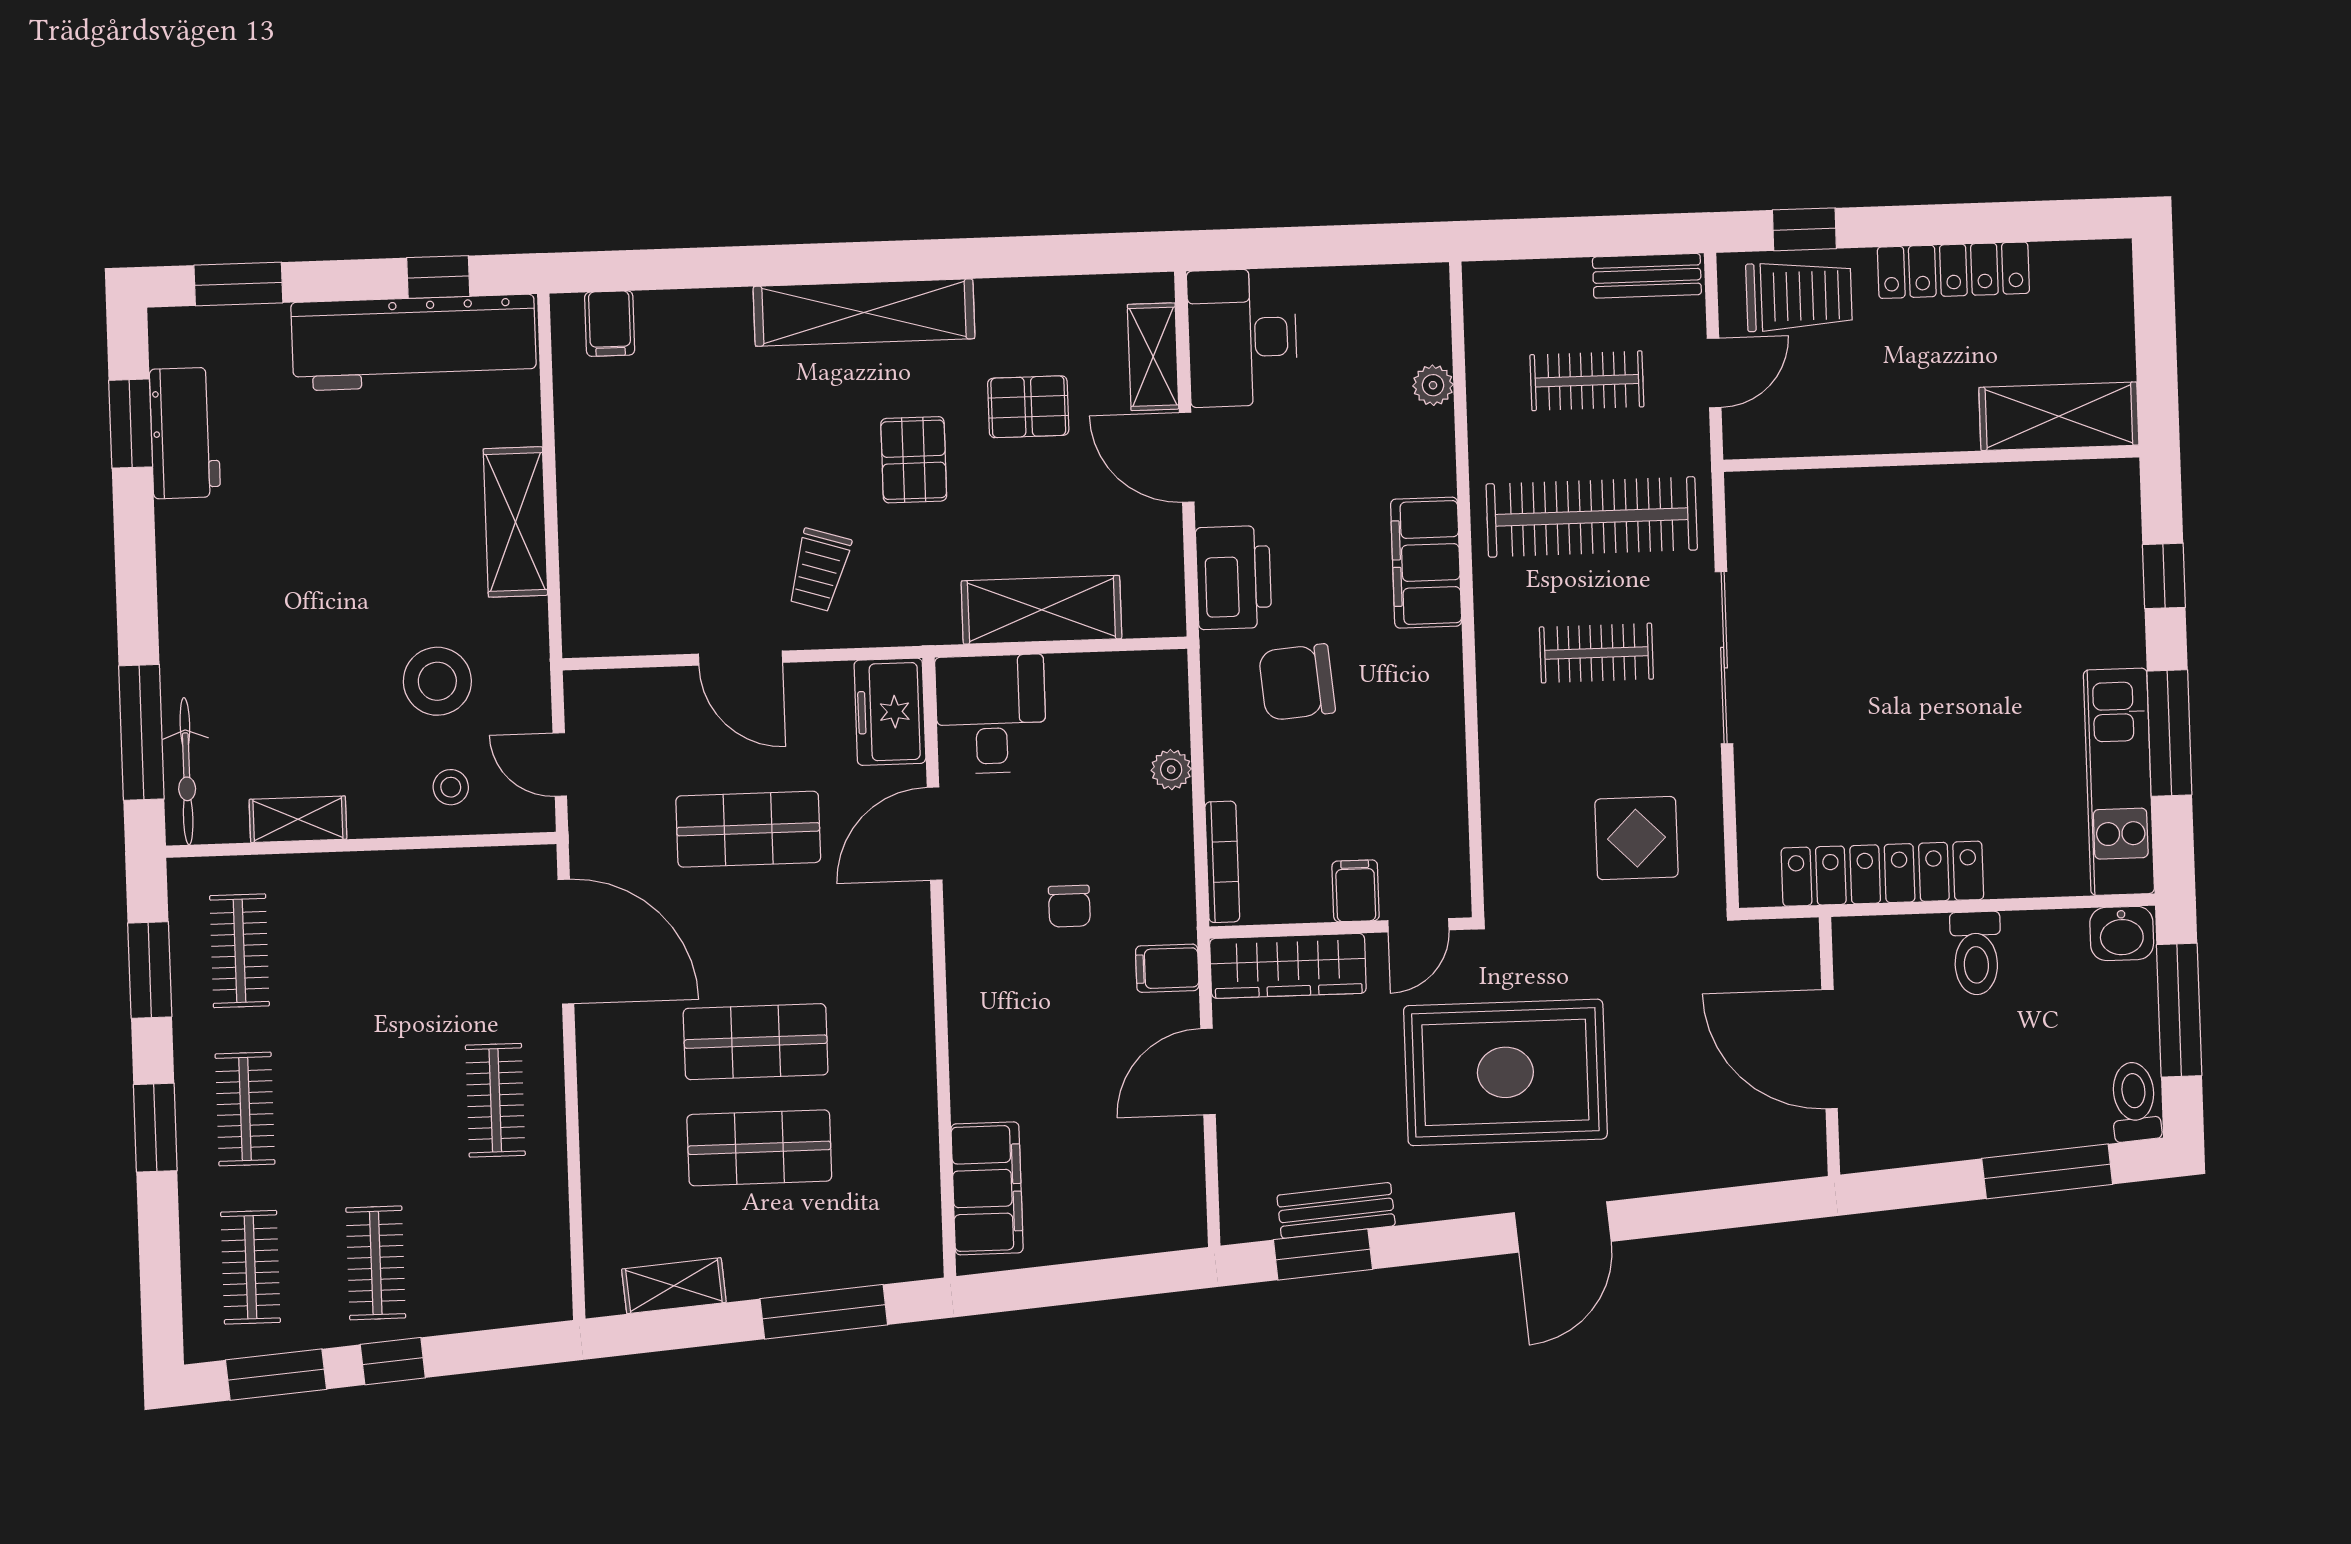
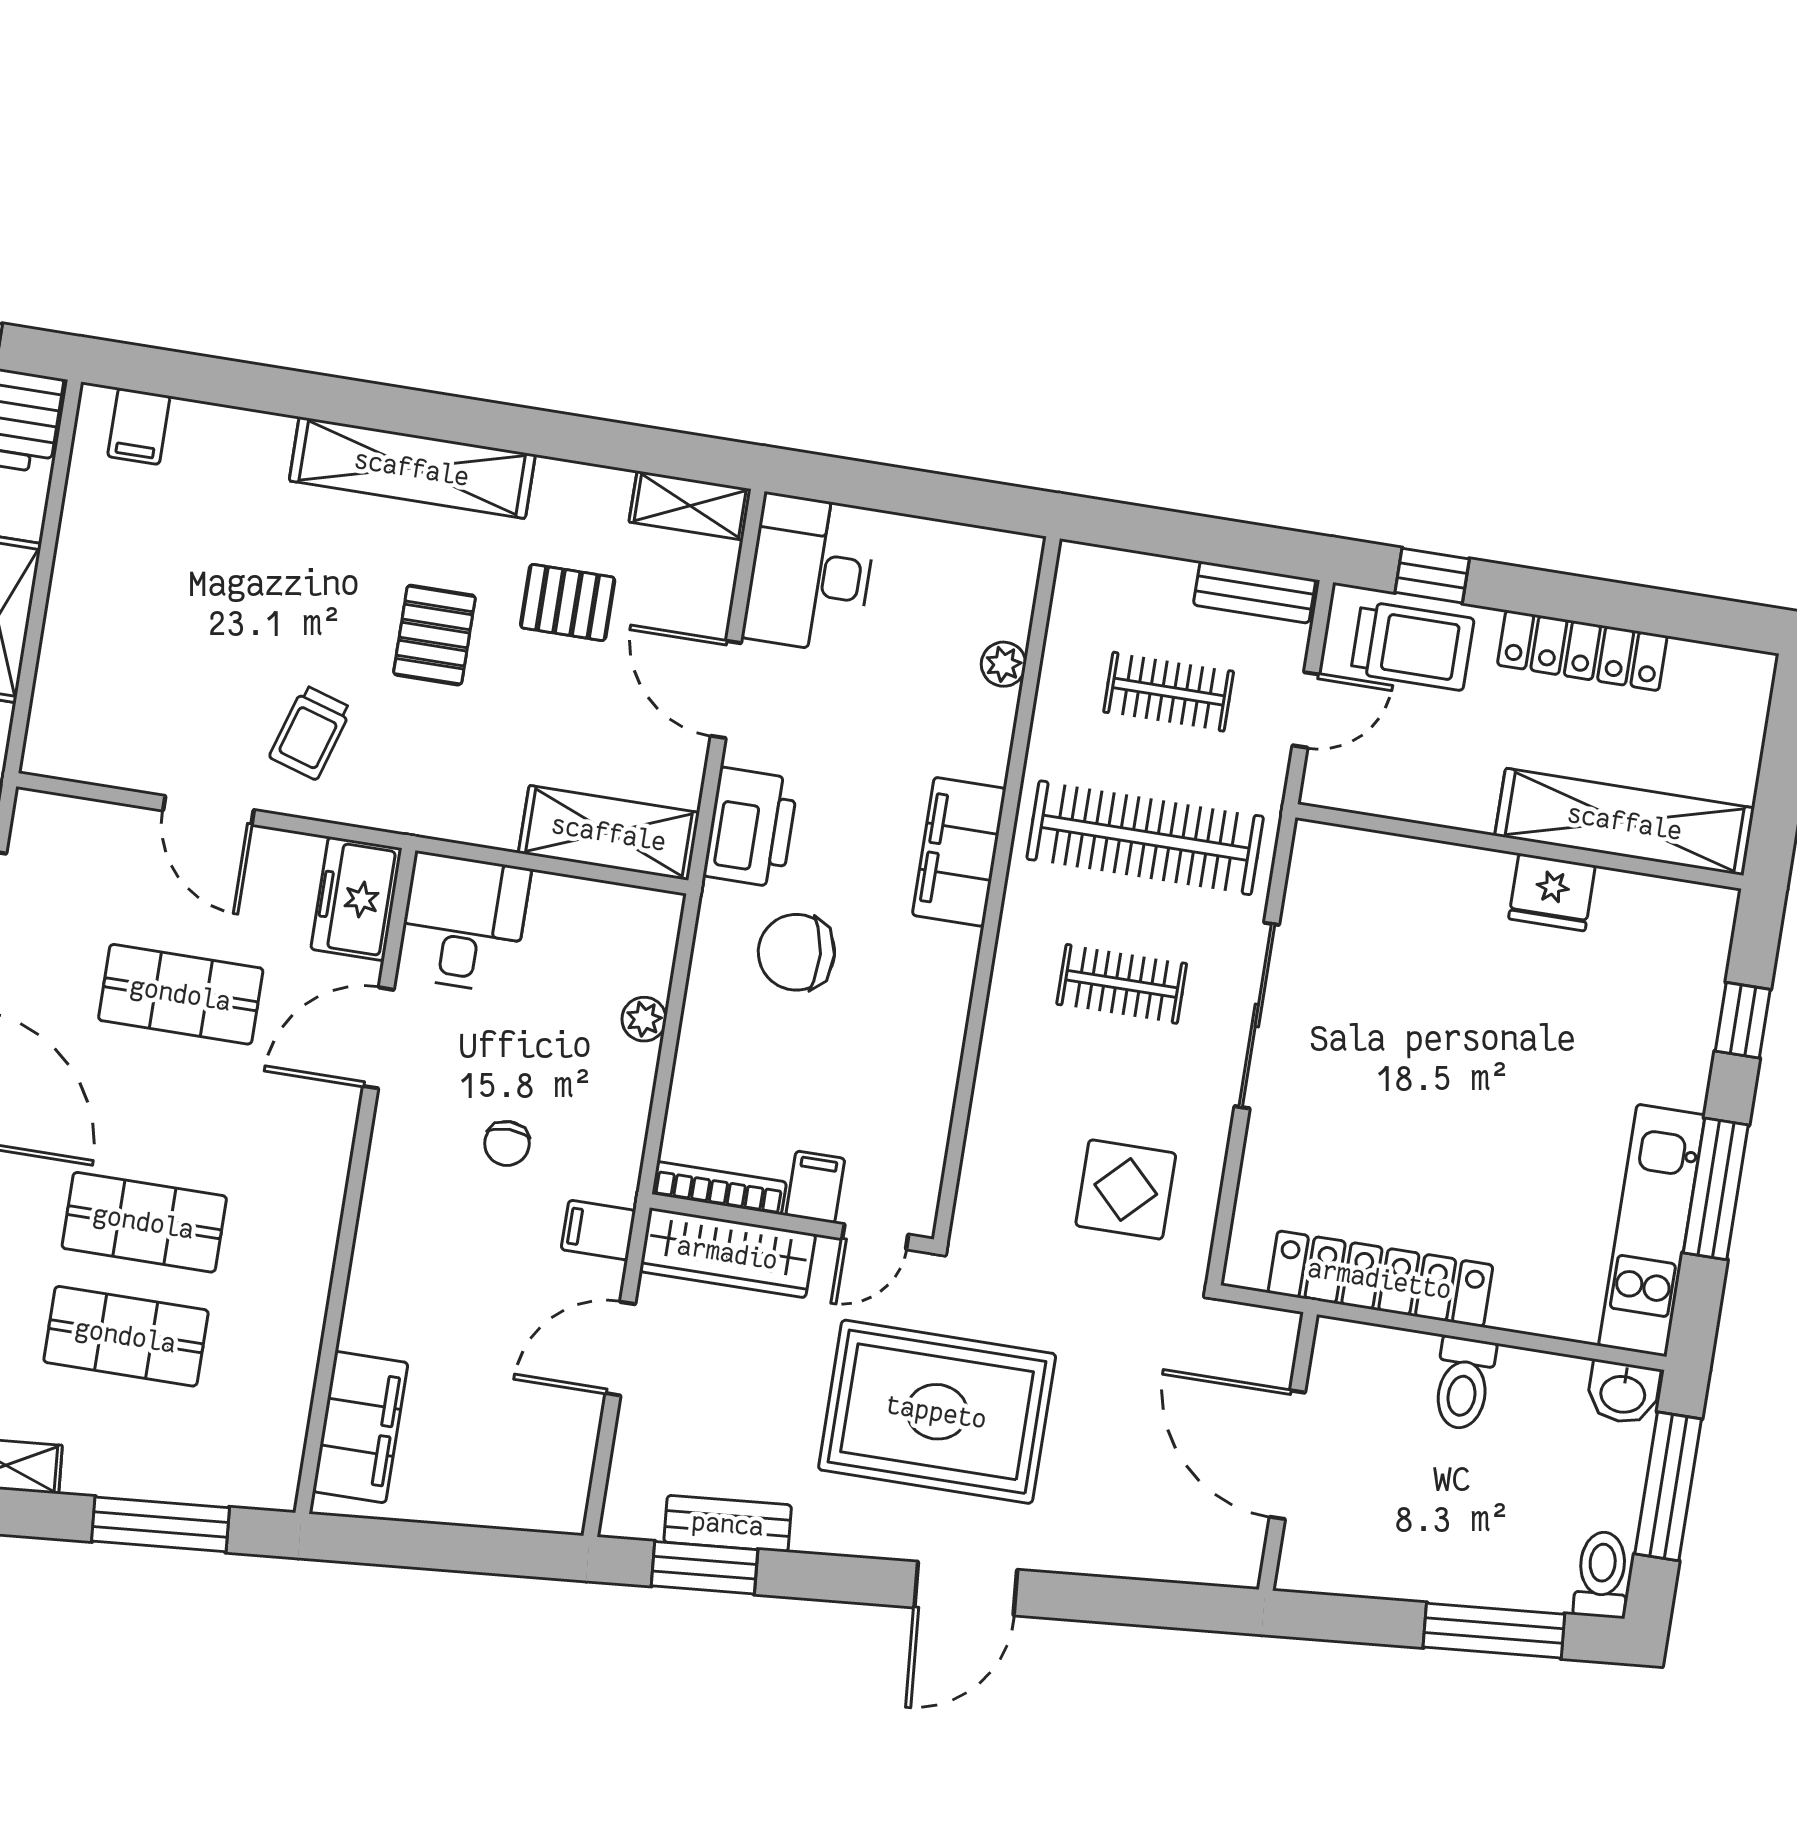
shelving: (1153, 357) -> (690, 506), moved, turned 90
shelving: (2059, 416) -> (1625, 822), width x1.47
fridge: (1969, 494) -> (1552, 892), added
shelving: (1041, 610) -> (609, 833), moved
bookcase: (1222, 862) -> (719, 1188), moved, turned -90

